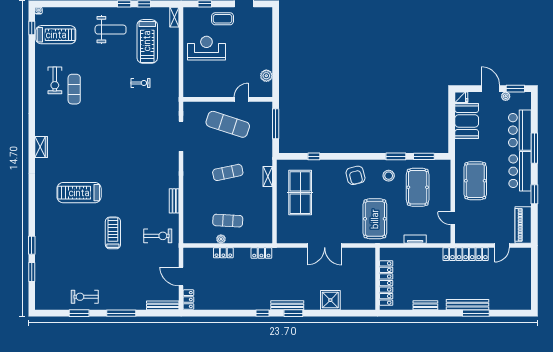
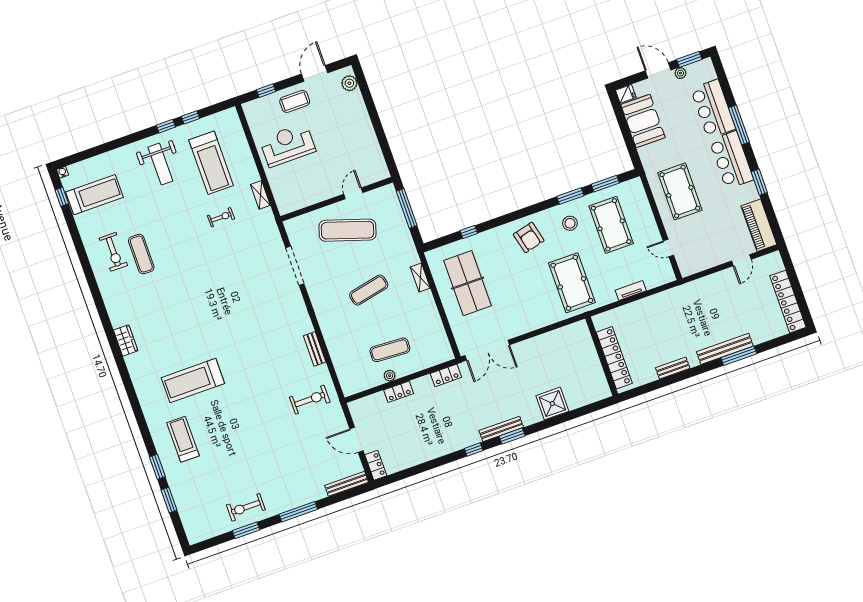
shelving: (174, 17) -> (260, 195), moved
weight bench: (111, 30) -> (160, 164), turned 90
plant: (266, 76) -> (349, 83), moved
treadmill: (113, 233) -> (183, 439), moved
double door: (325, 245) -> (487, 350), moved
locker: (466, 254) -> (788, 302), moved, turned 90

